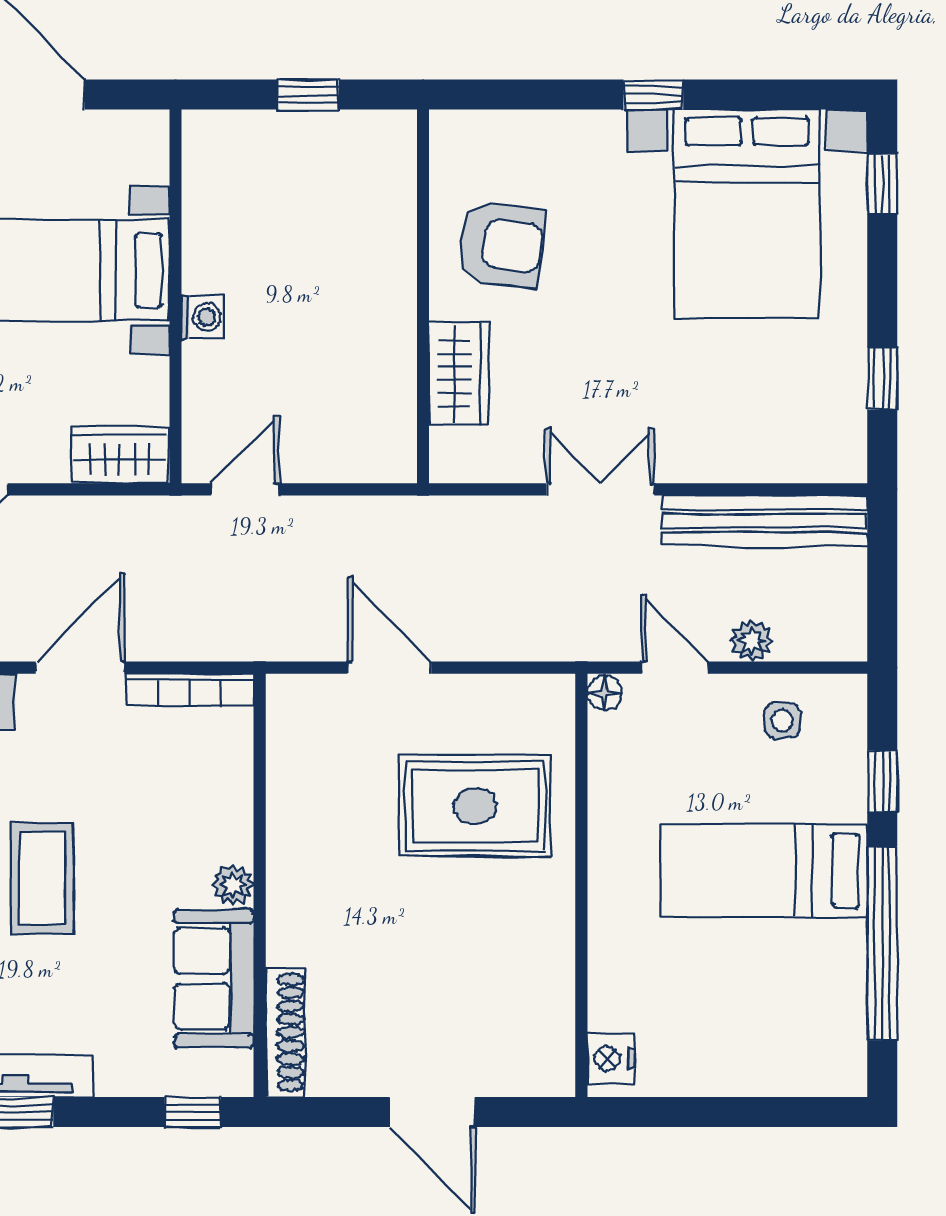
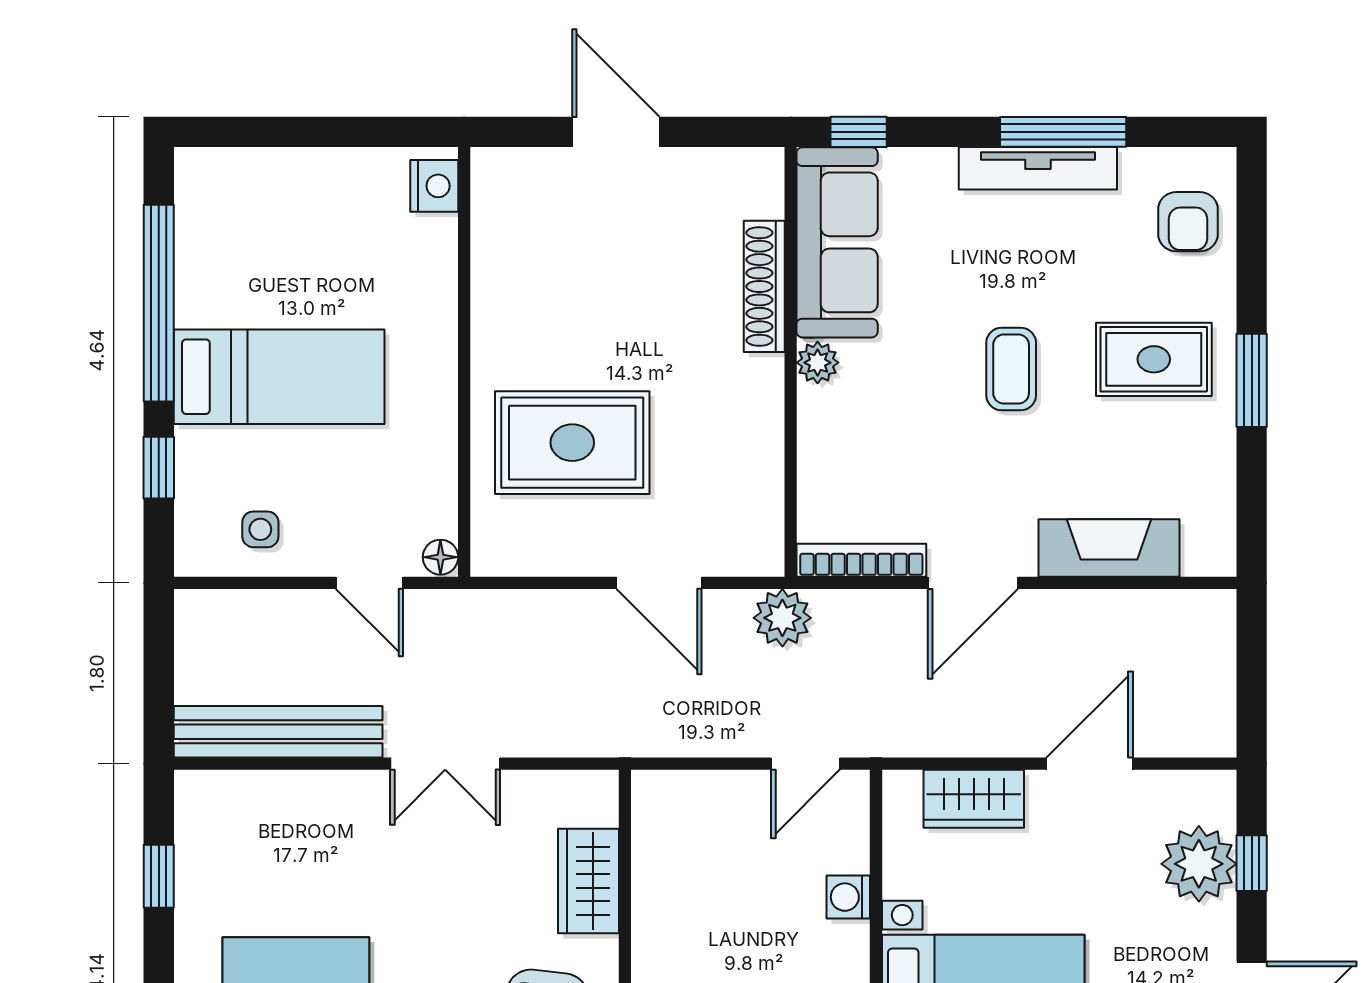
washing machine: (203, 317) -> (848, 897), moved
wardrobe: (120, 455) -> (974, 799), moved
plant: (751, 641) -> (782, 618), moved, width x1.38, depth x1.38
coffee table: (42, 878) -> (1011, 369), width x0.73, depth x0.77
sofa: (214, 978) -> (837, 242), width x1.36
shoe rack: (286, 1032) -> (764, 286), moved

